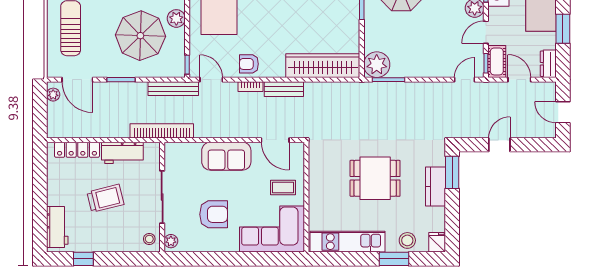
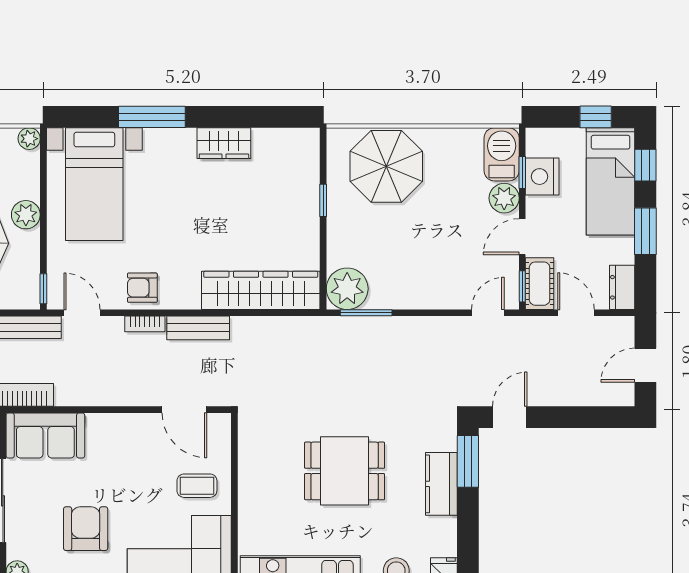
door: (563, 112) -> (645, 365), hinge flipped
door: (499, 145) -> (510, 417), moved
sofa: (226, 156) -> (45, 435), moved
armchair: (214, 214) -> (86, 529), turned -90

